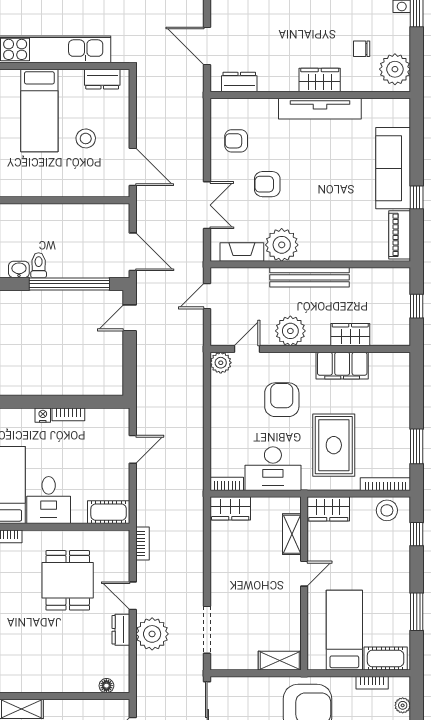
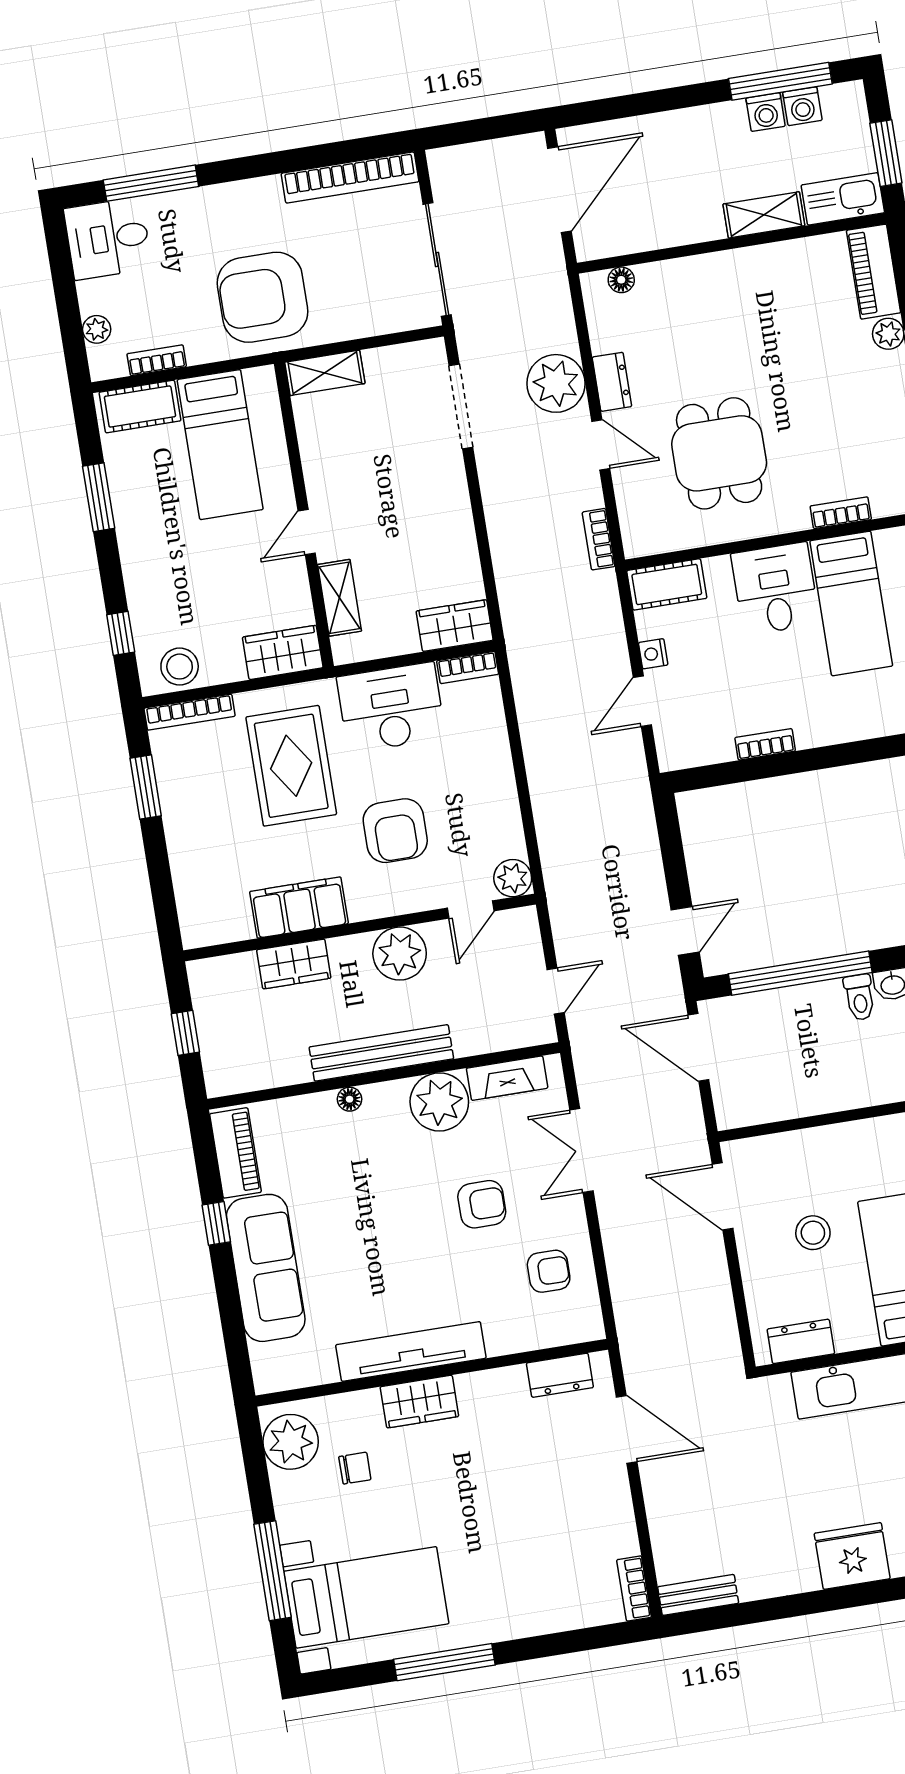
floor lamp: (331, 254) -> (350, 1099), added
nightstand: (43, 415) -> (653, 654), moved, turned 90

